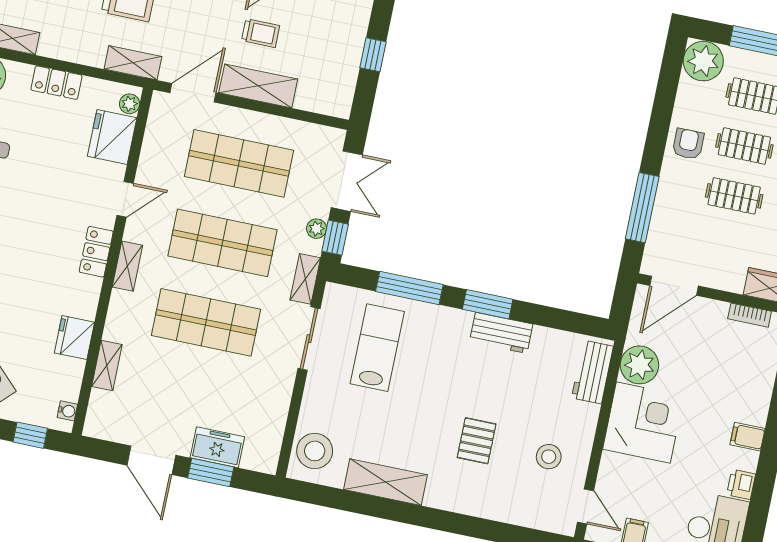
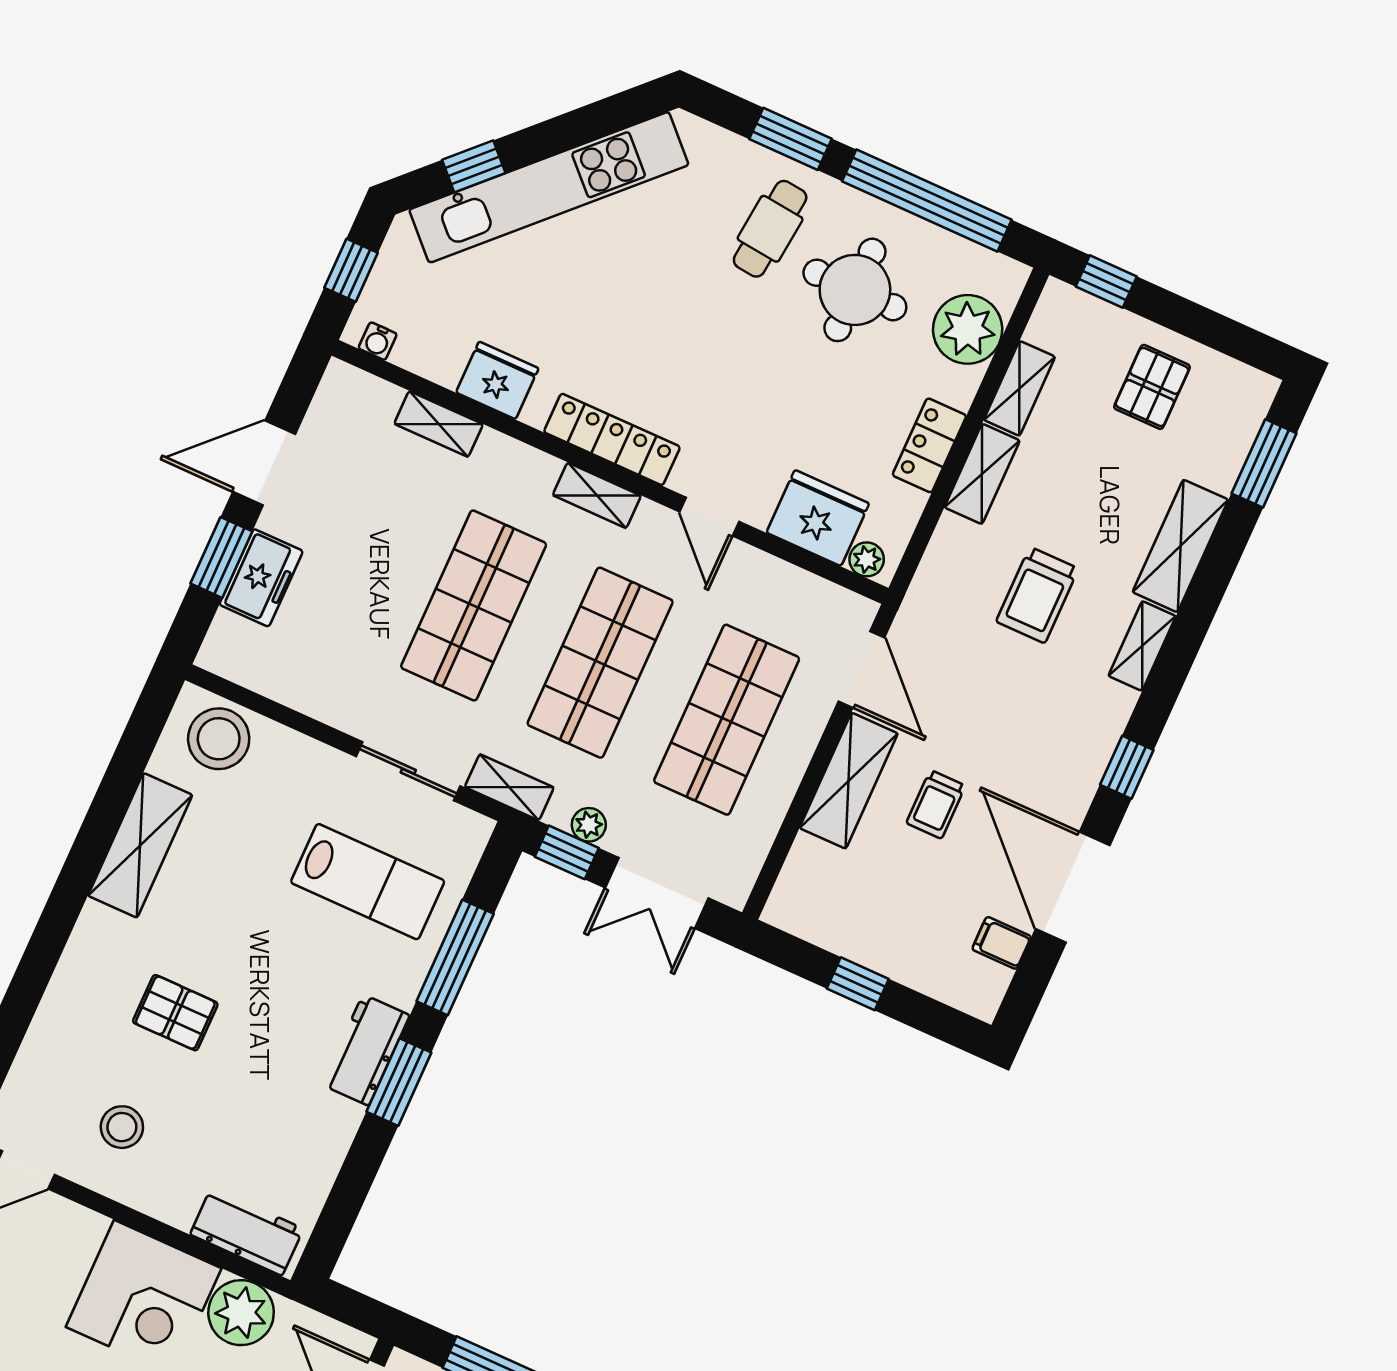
shelving: (133, 63) -> (982, 474), moved
locker: (96, 252) -> (612, 439), width x1.53
workbench: (501, 333) -> (366, 1050), moved

